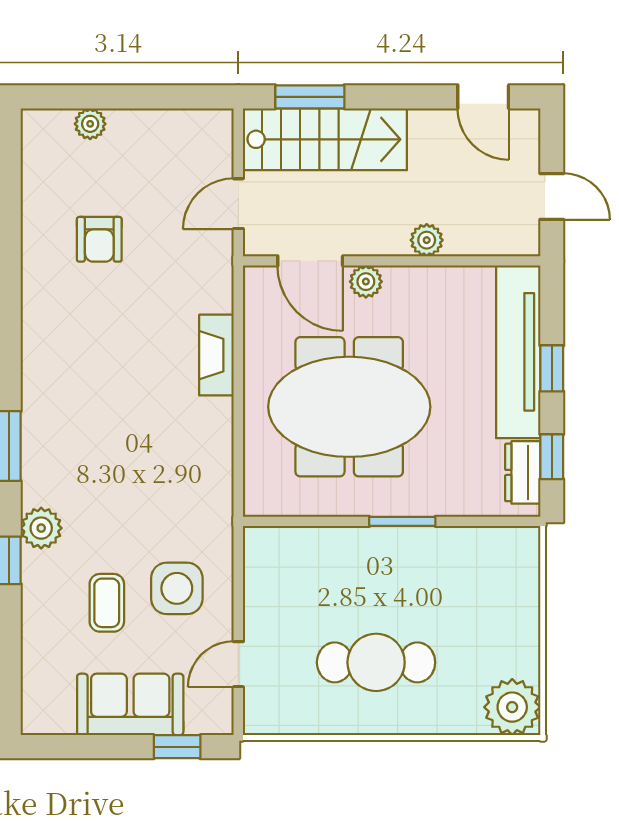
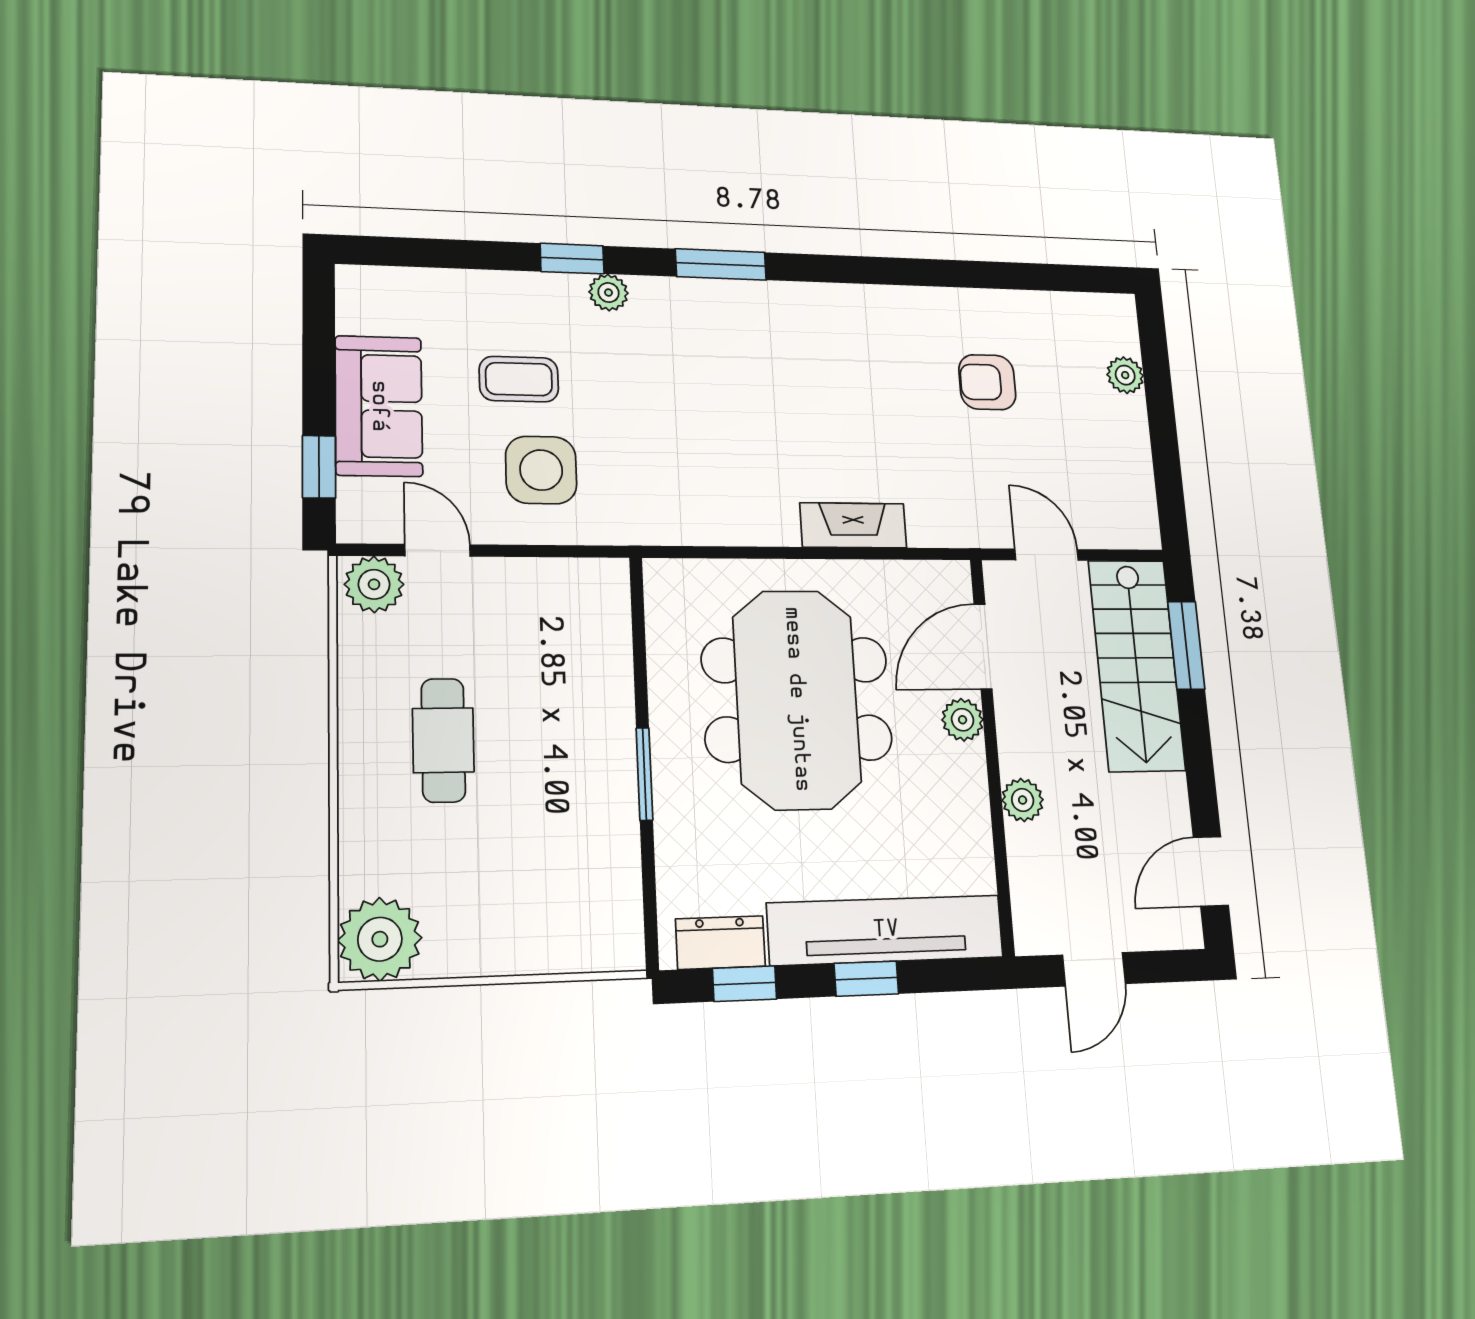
plant: (41, 528) -> (609, 293), width x0.73, depth x0.73
cafe table: (376, 662) -> (443, 740), width x0.73, depth x0.74
plant: (264, 709) -> (374, 584), added

